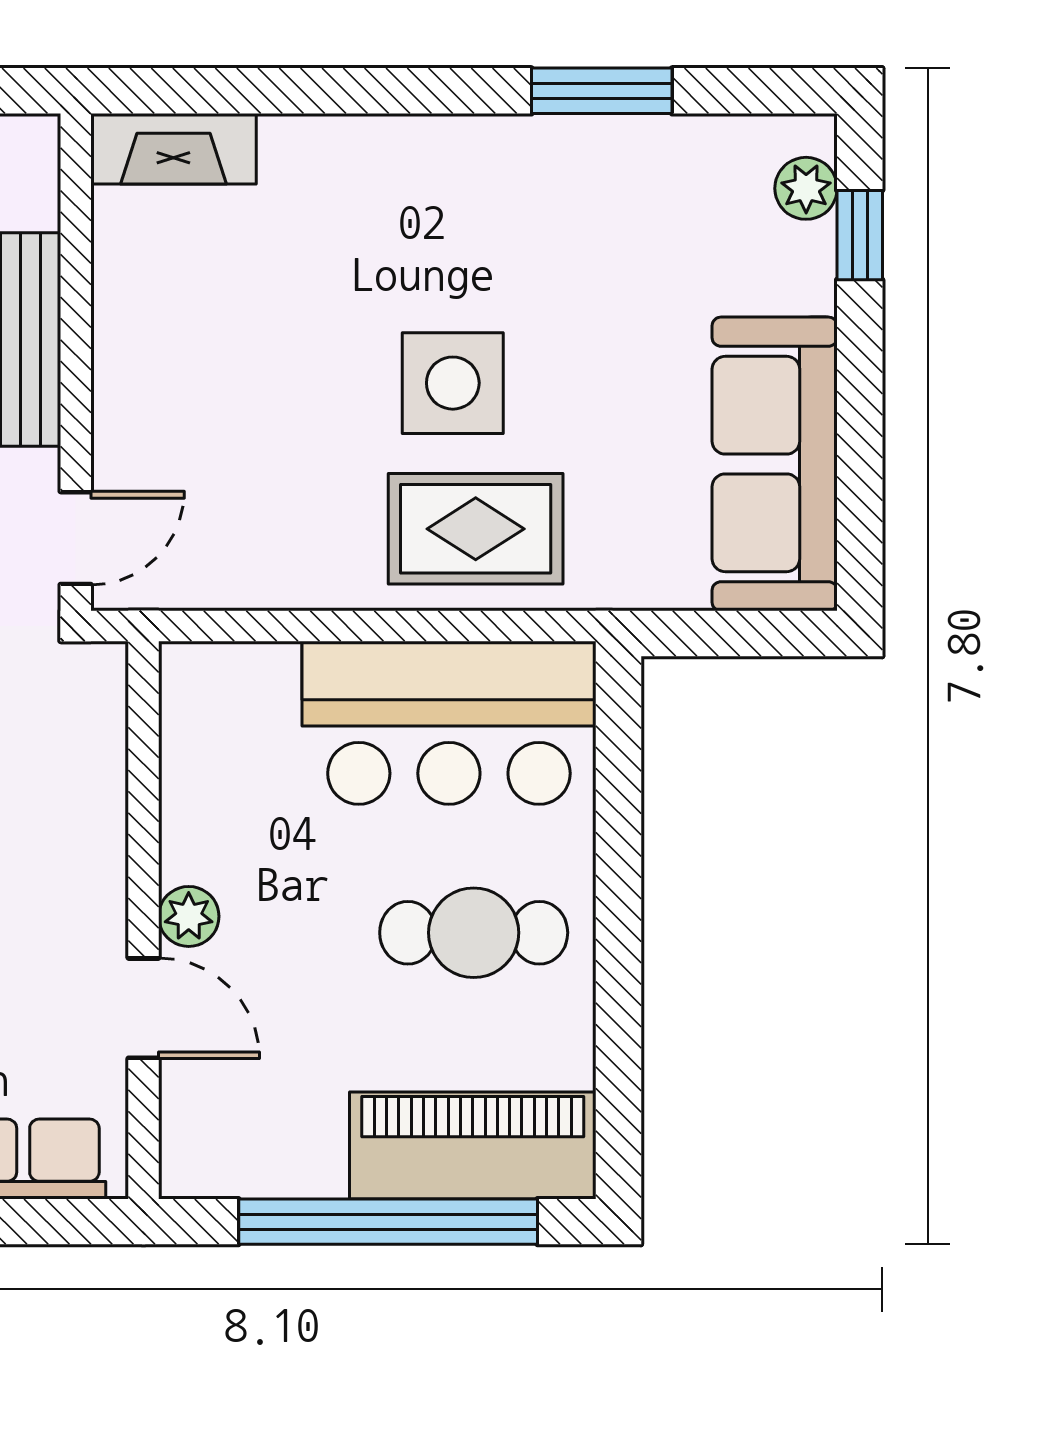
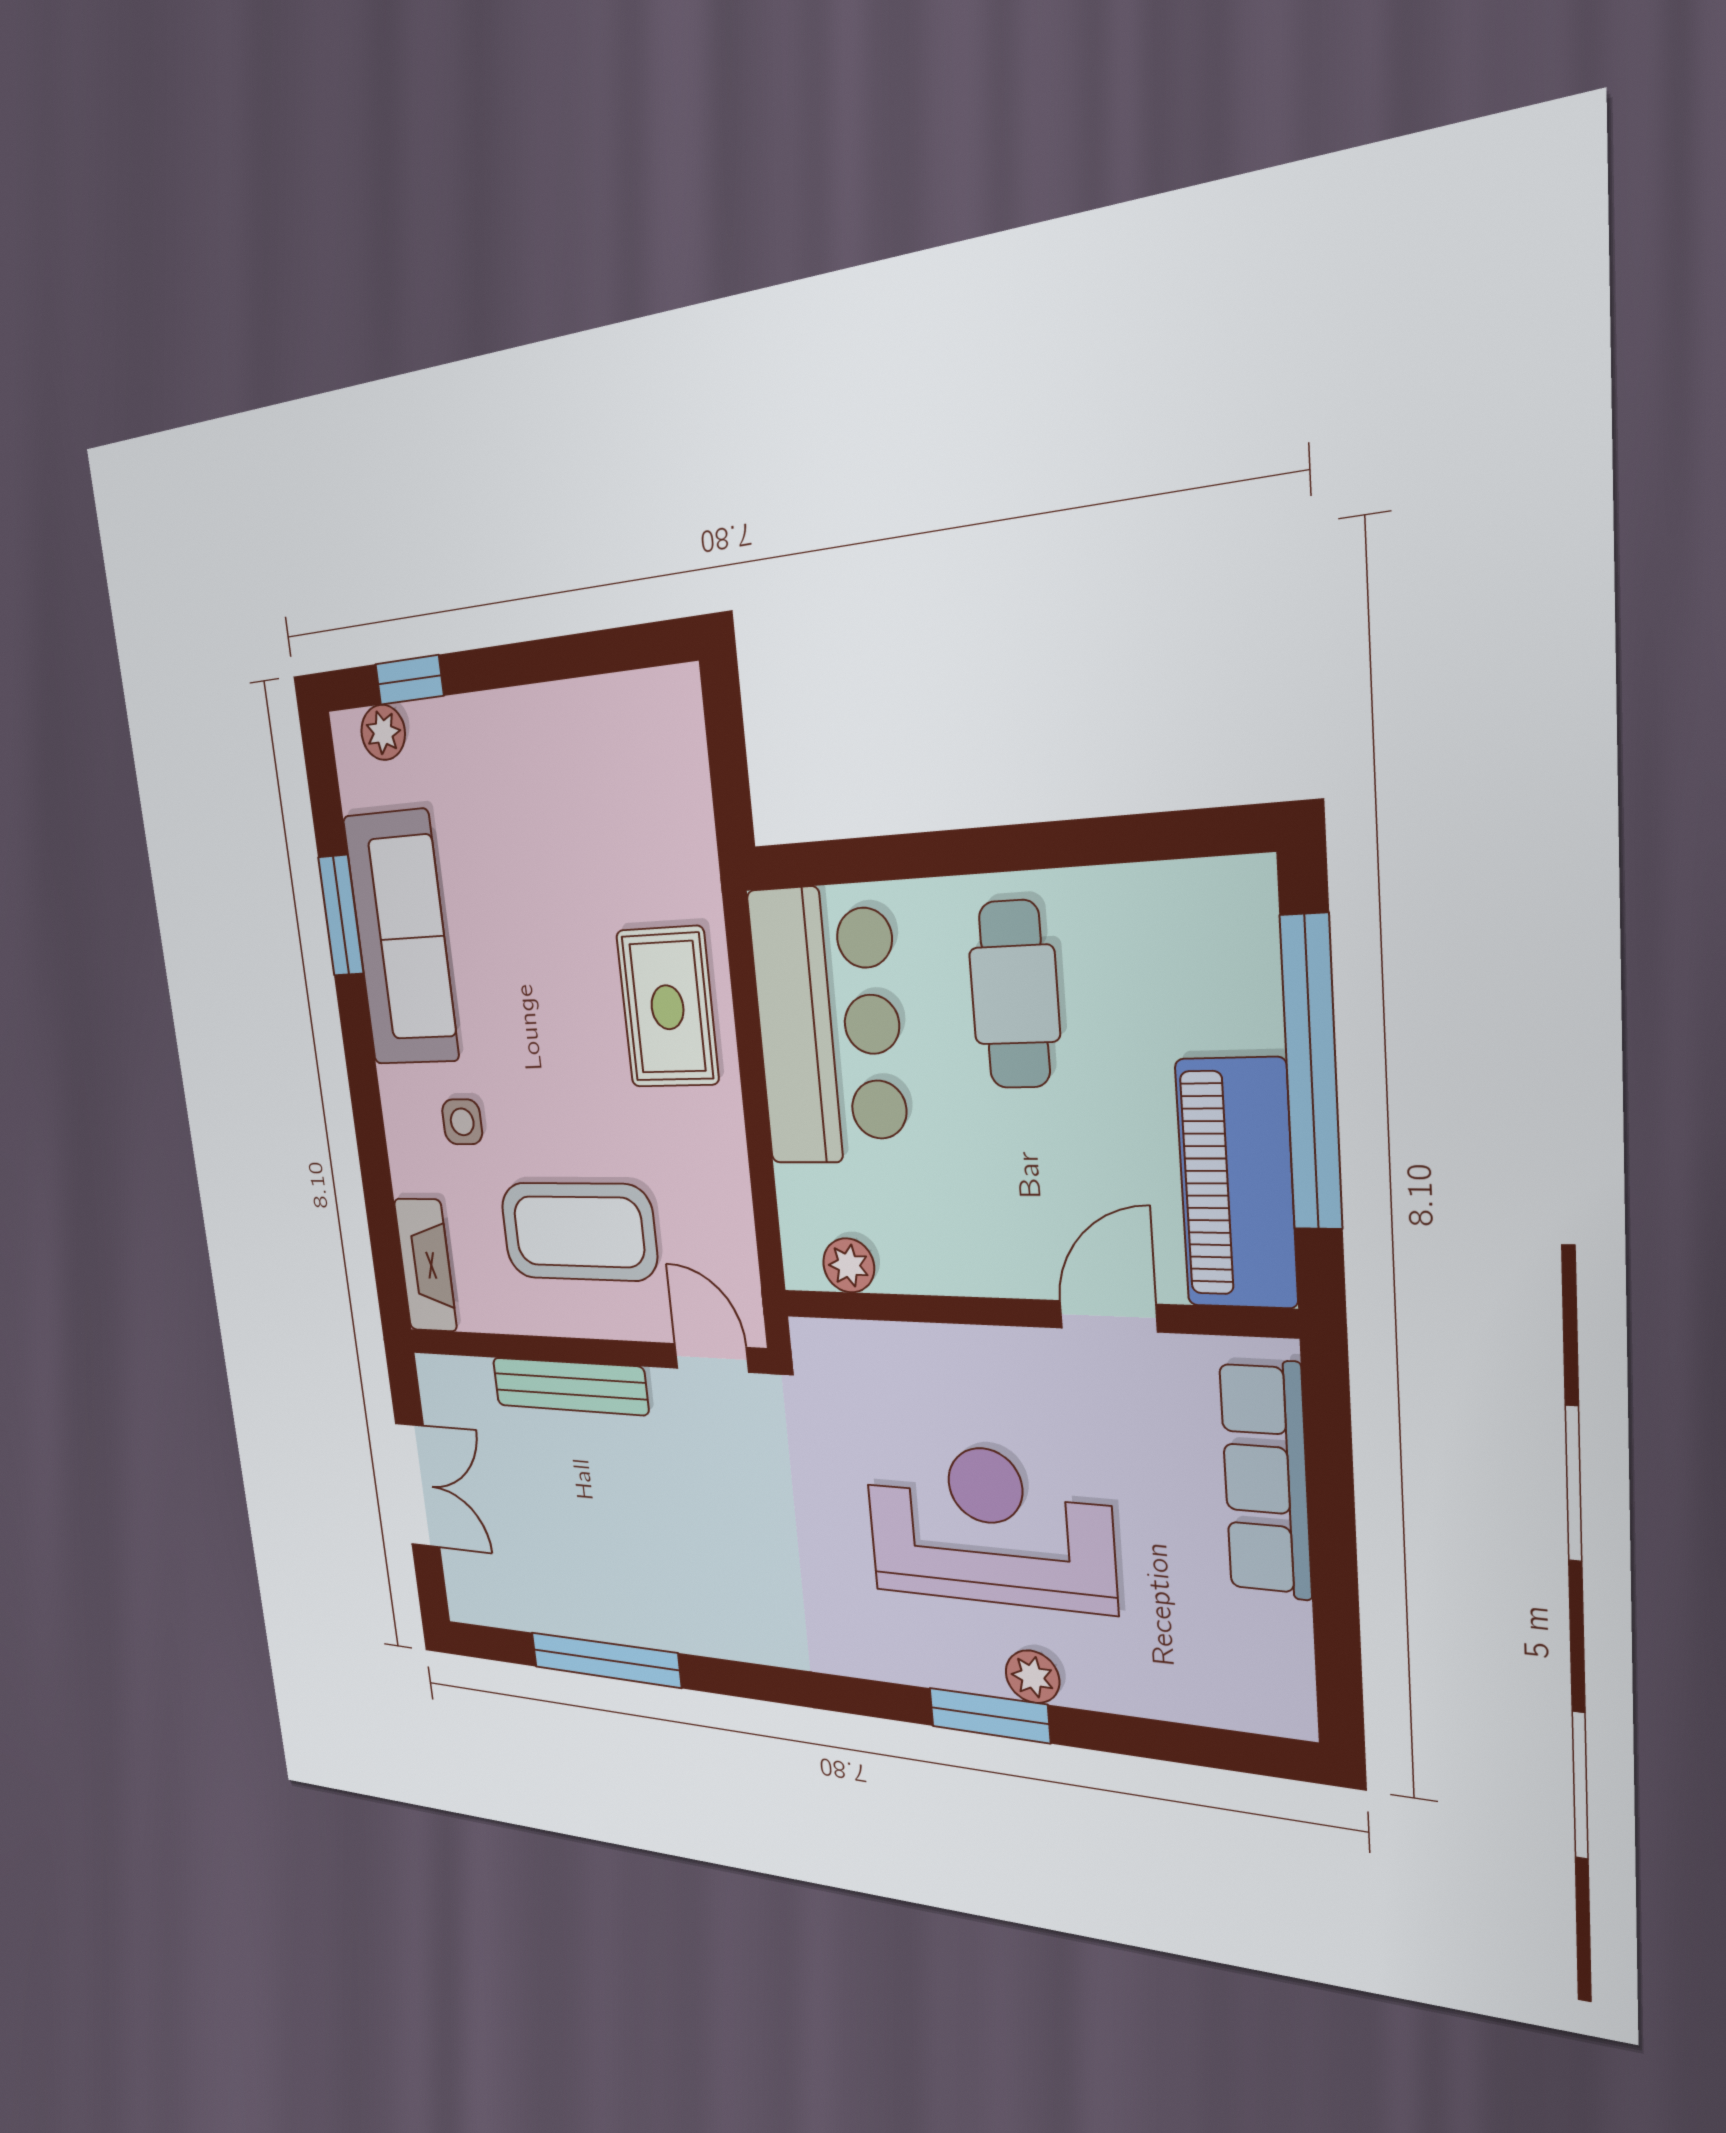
coffee table: (220, 378) -> (578, 1232), added
side table: (453, 383) -> (462, 1122), moved, width x0.54, depth x0.54
sofa: (775, 464) -> (401, 939), moved, turned -90
plant: (189, 916) -> (849, 1265), moved
piano: (473, 1145) -> (1236, 1184), moved

